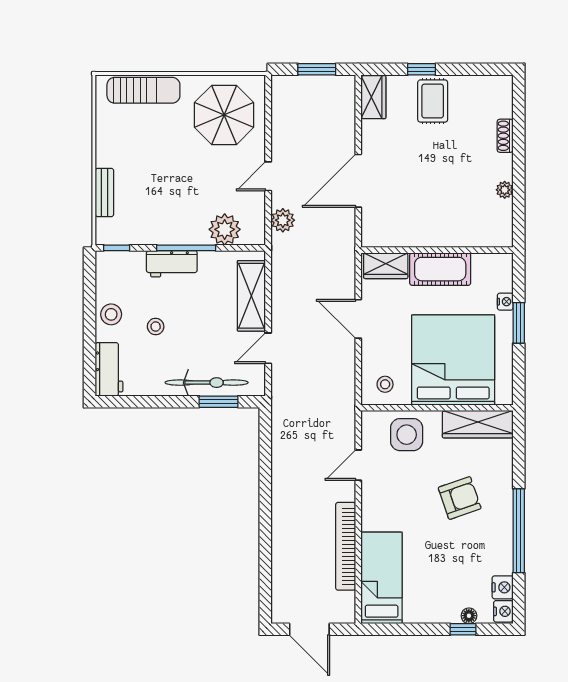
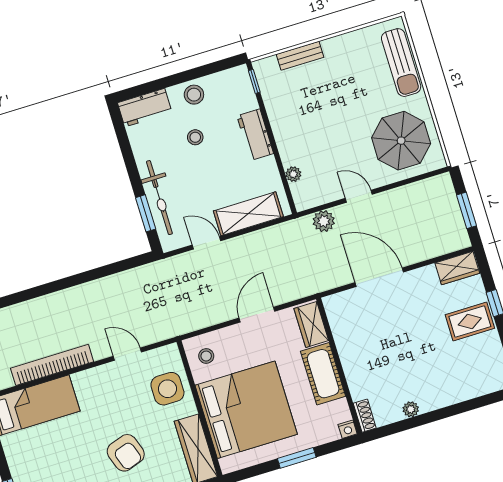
shoe rack: (505, 136) -> (365, 416), moved, turned 90
plant: (225, 229) -> (293, 174), width x0.53, depth x0.53
window: (186, 248) -> (273, 143), removed
nightstand: (505, 302) -> (348, 429), moved

